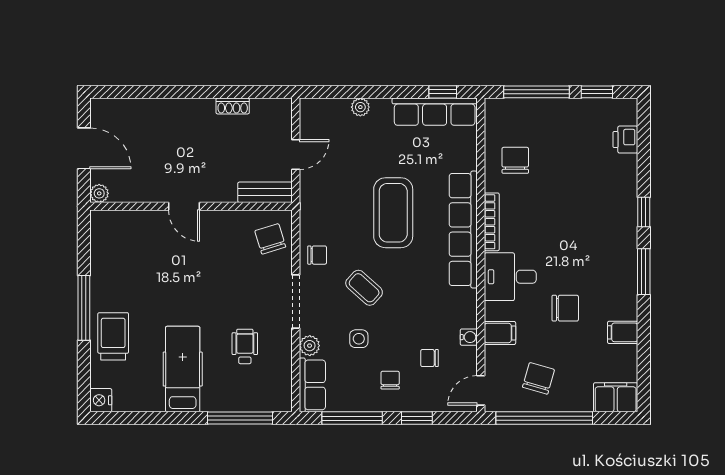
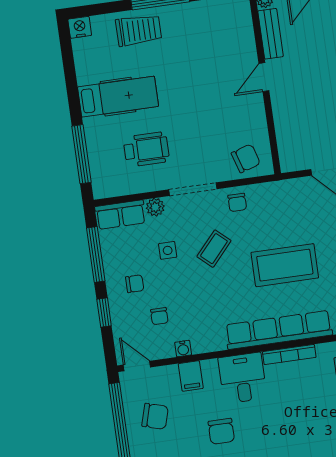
bench: (265, 192) -> (271, 34), moved
wheelchair: (245, 346) -> (146, 149), width x1.36, depth x1.37
chair: (430, 358) -> (159, 316), turned 180

